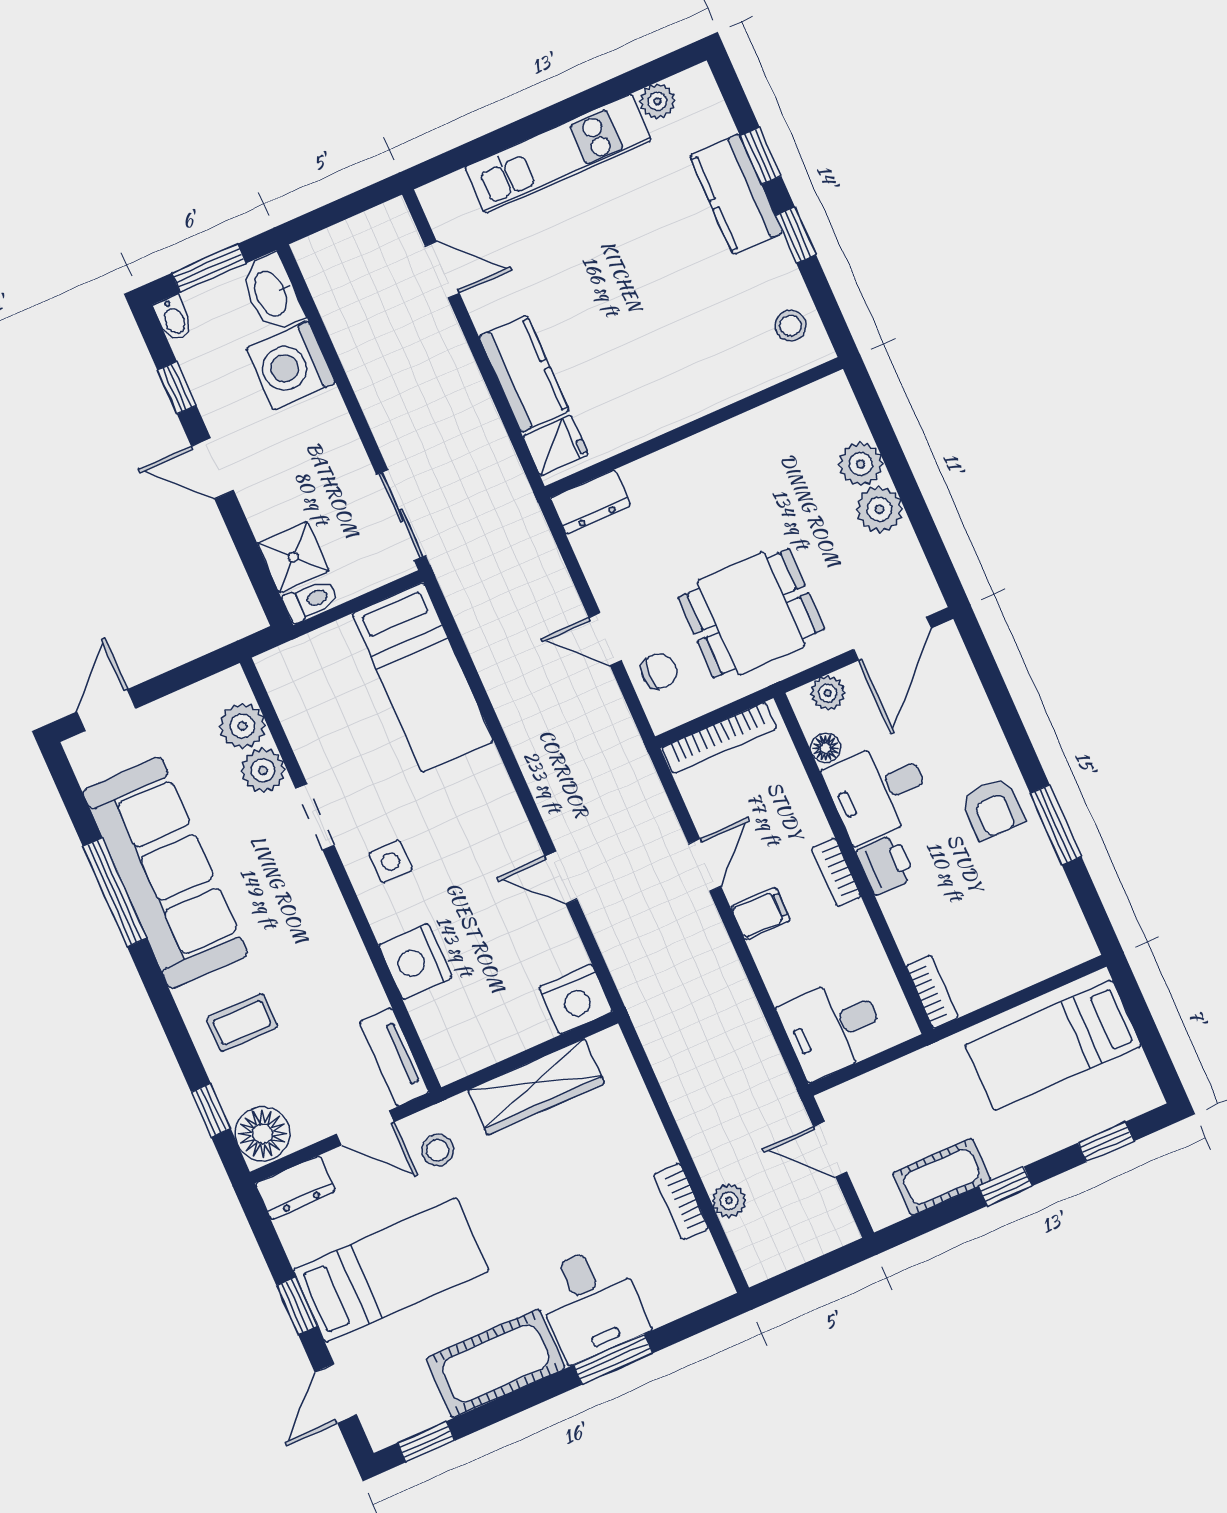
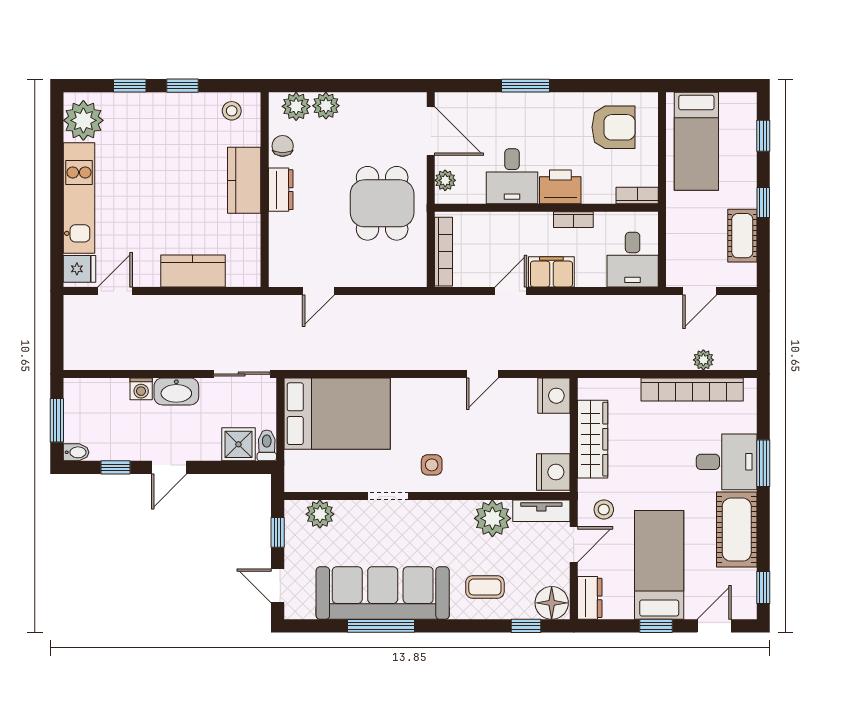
plant: (657, 101) -> (83, 120), width x1.88, depth x1.88
kitchen counter: (736, 194) -> (244, 180), moved, turned 90
washbasin: (272, 293) -> (176, 391), moved
washing machine: (291, 366) -> (141, 389), width x0.53, depth x0.53
fridge: (556, 445) -> (79, 269), moved, turned 90
dresser: (591, 502) -> (281, 190), moved
plant: (879, 509) -> (296, 106), moved
door: (605, 639) -> (318, 291), moved
chair: (659, 671) -> (283, 146), moved
window: (187, 675) -> (278, 532), added
bed: (423, 677) -> (337, 414), width x1.50
floor lamp: (826, 748) -> (475, 195), removed
plant: (263, 770) -> (492, 518), moved, width x1.36, depth x1.36
armchair: (993, 809) -> (613, 127), moved, width x1.38, depth x1.38
window: (1056, 825) -> (526, 86), moved
door: (705, 865) -> (511, 291), hinge flipped
printer: (886, 865) -> (560, 187), width x1.36, depth x1.24
bookcase: (836, 872) -> (573, 220), moved
filing cabinet: (760, 914) -> (551, 272), width x2.00
nightstand: (415, 961) -> (553, 472), moved, turned -90
coffee table: (242, 1023) -> (485, 587), turned 90
bookcase: (681, 1201) -> (692, 389), width x2.31, depth x1.31
door: (336, 1393) -> (714, 626), swing flipped

